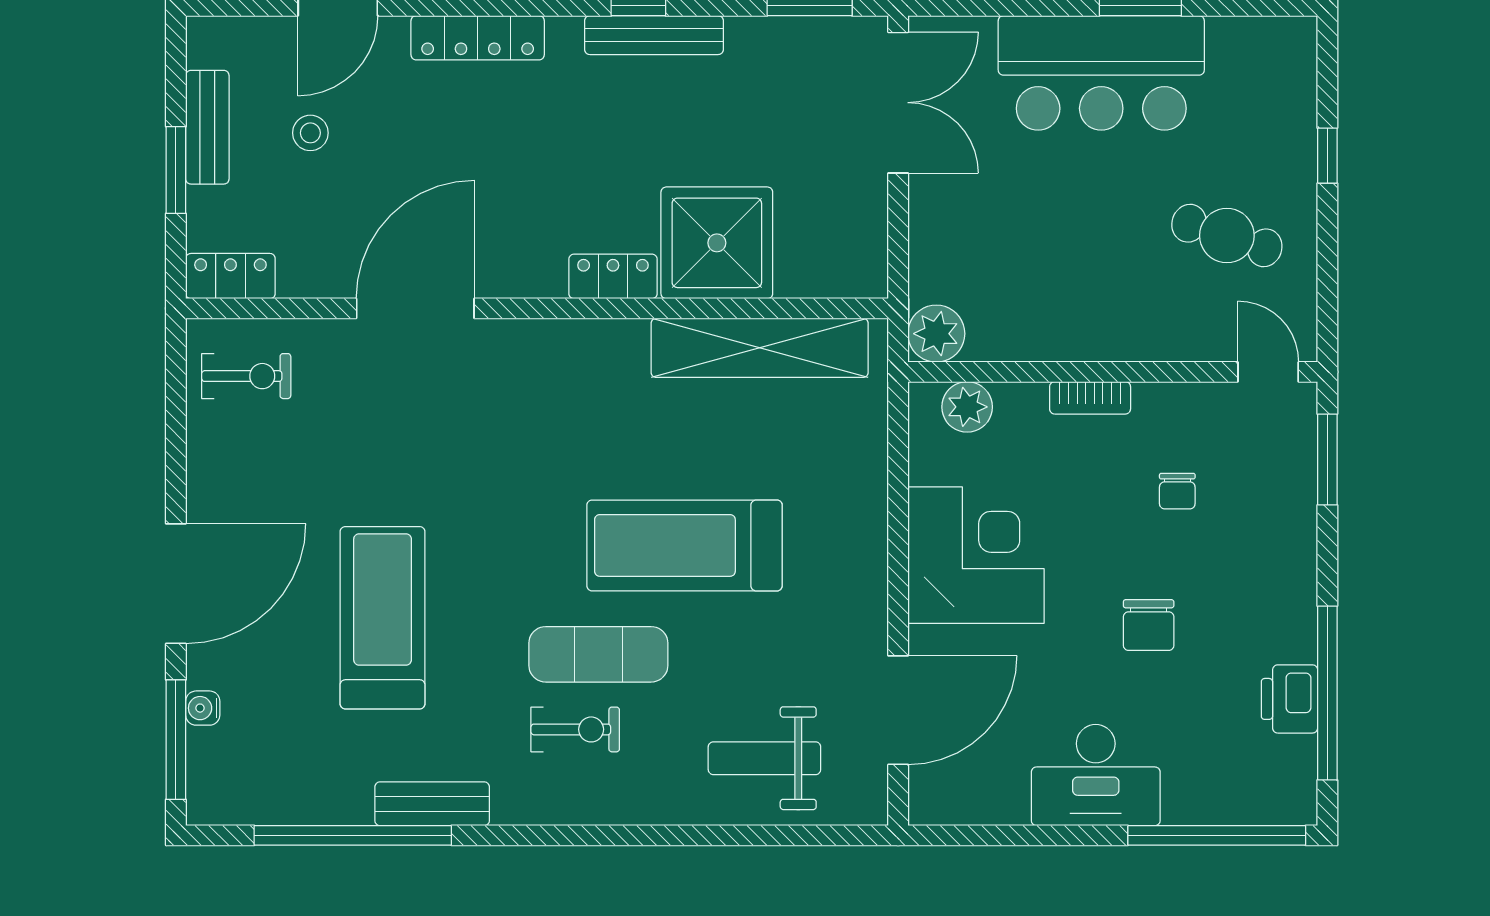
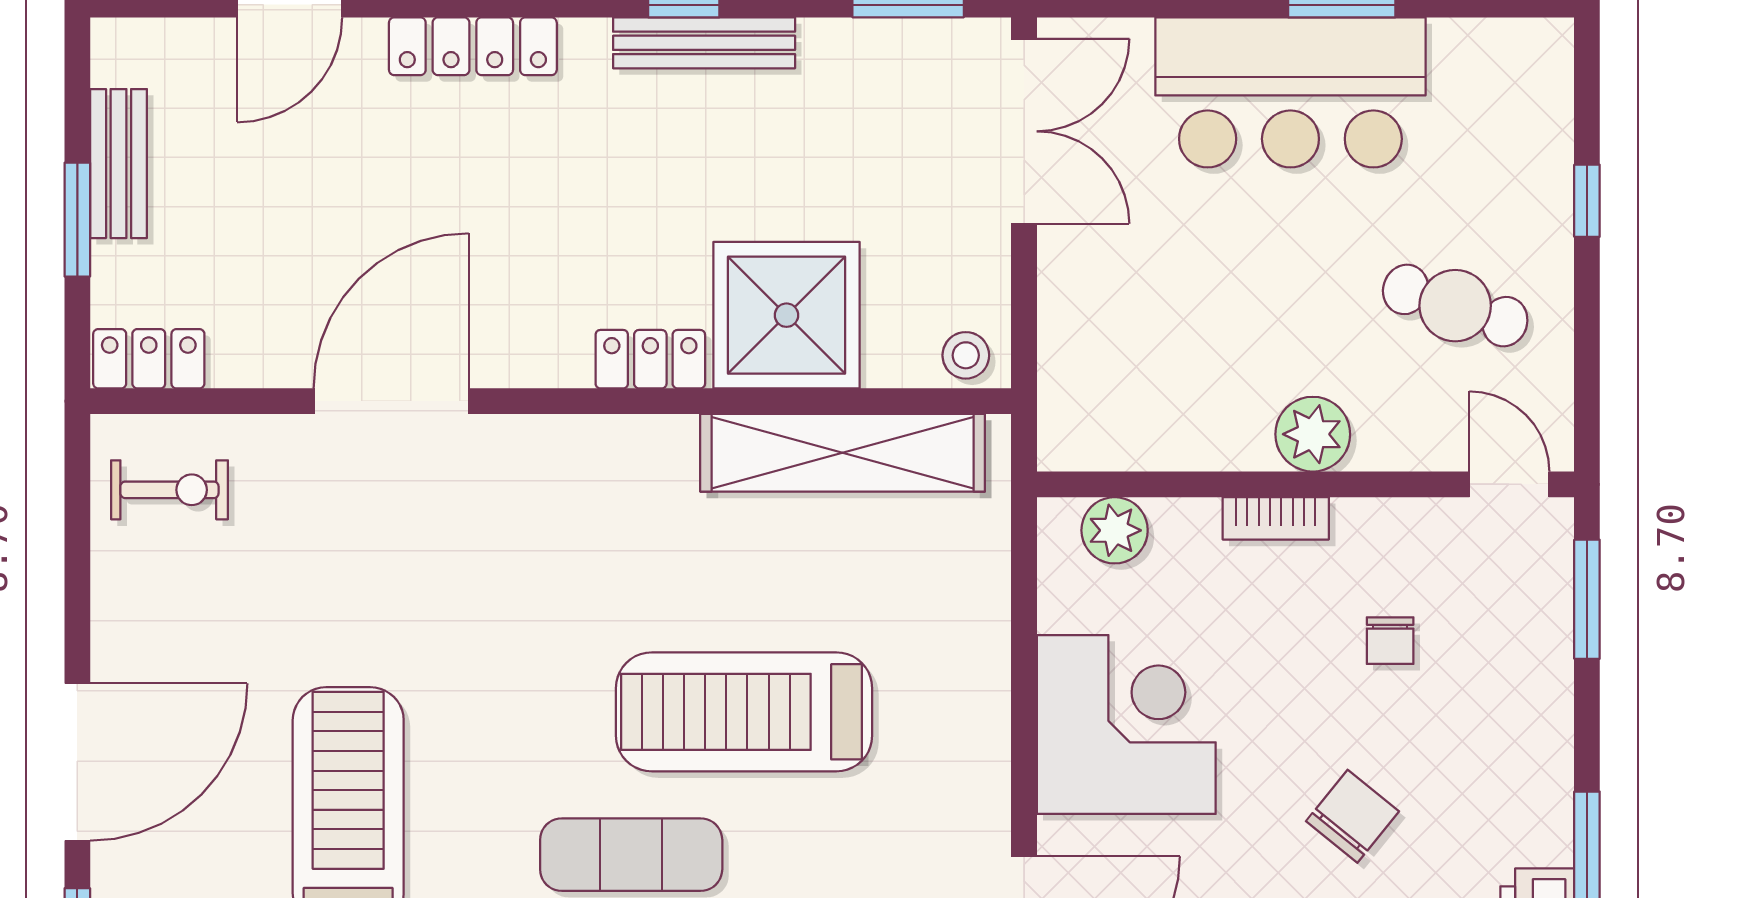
stool: (310, 133) -> (966, 355), moved
plant: (936, 334) -> (1313, 434), moved
chair: (1149, 625) -> (1353, 816), turned -141

